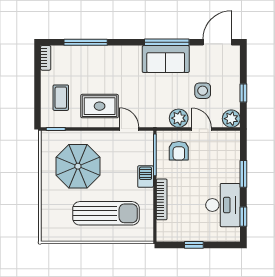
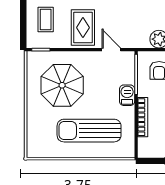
rug: (100, 106) -> (83, 28), turned 90
sun lounger: (106, 213) -> (89, 131), turned 180

